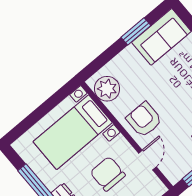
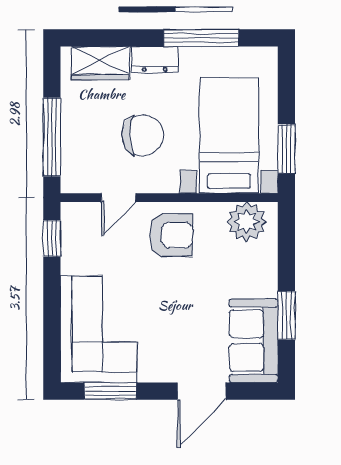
window: (56, 99) -> (286, 149), added
door: (147, 160) -> (119, 198), hinge flipped

